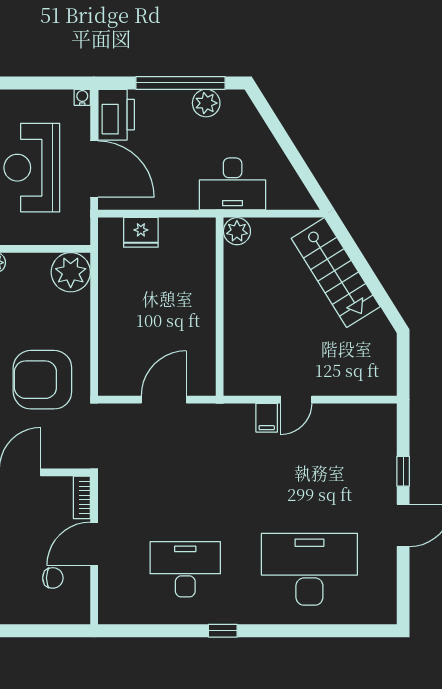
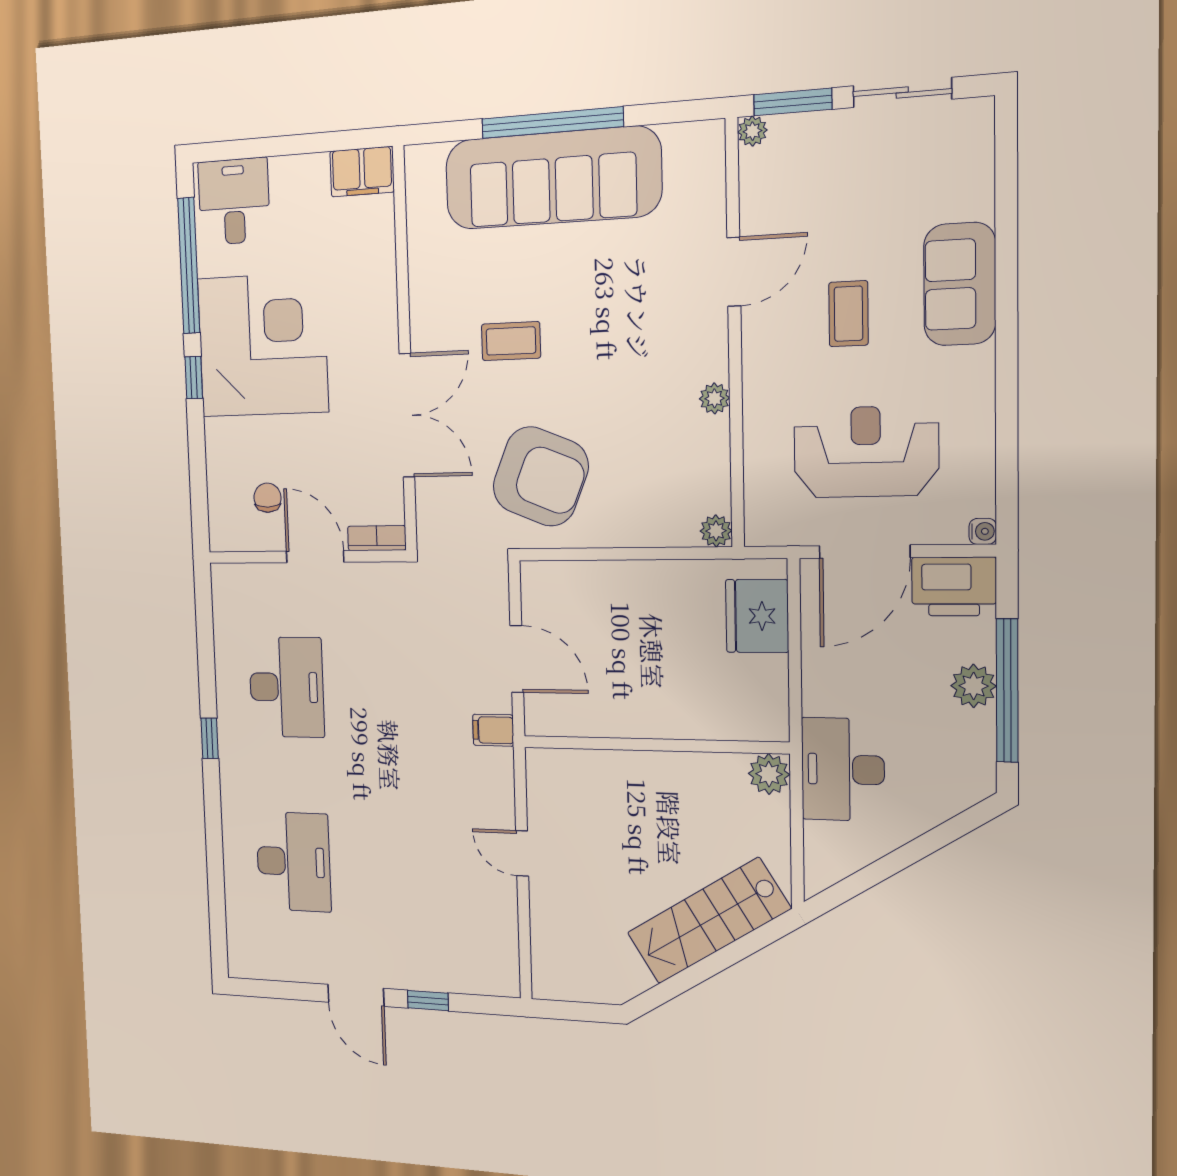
plant: (206, 103) -> (974, 686), moved
fridge: (141, 232) -> (757, 616), width x1.36, depth x1.34
plant: (71, 272) -> (716, 531), width x0.53, depth x0.53
armchair: (42, 380) -> (541, 476), turned 112
filing cabinet: (267, 418) -> (493, 730), moved
desk: (309, 569) -> (293, 862), width x0.73, depth x0.77
chair: (53, 578) -> (268, 498), turned 180

